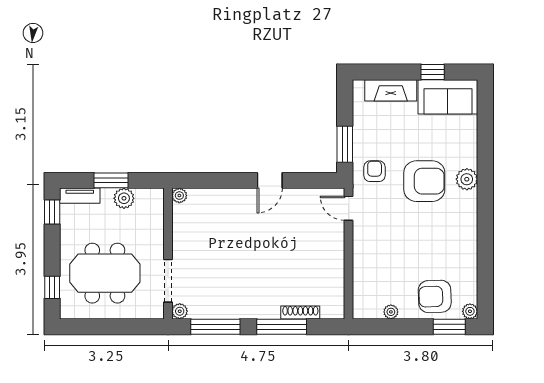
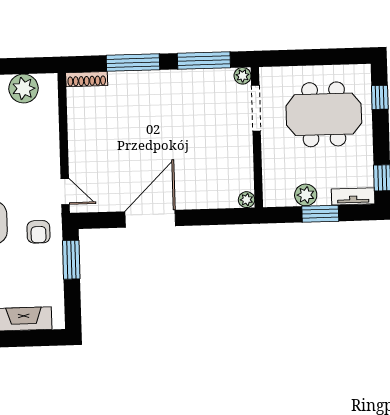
door: (270, 180) -> (150, 219), width x1.87
plant: (391, 312) -> (24, 88), width x1.88, depth x1.88
shoe rack: (300, 313) -> (87, 79), moved

